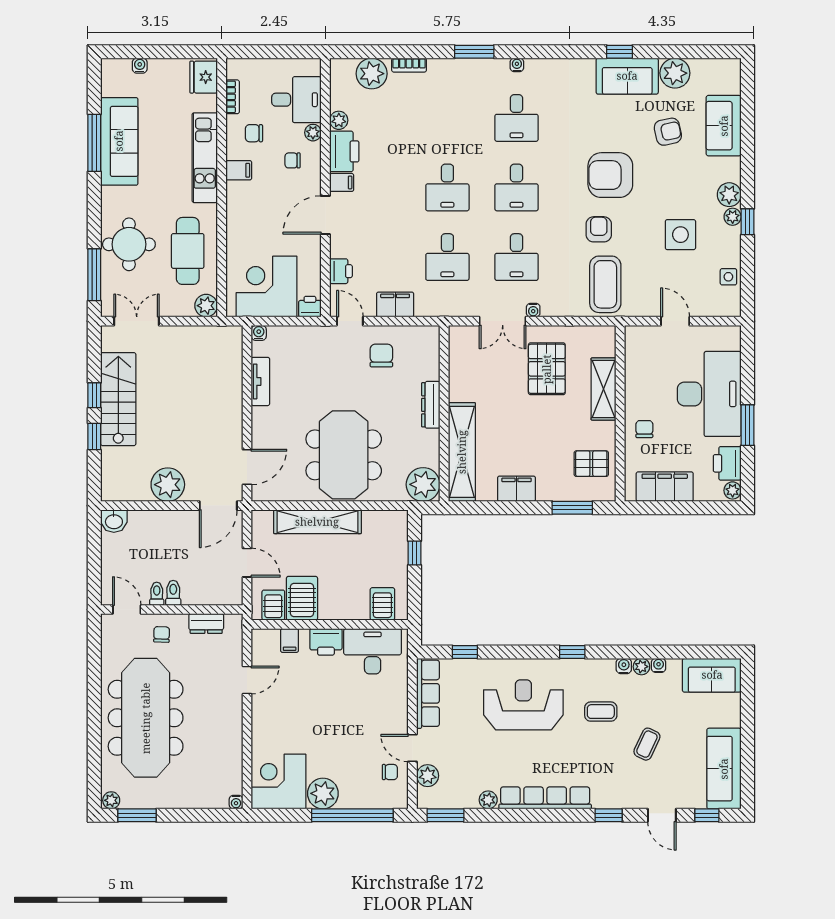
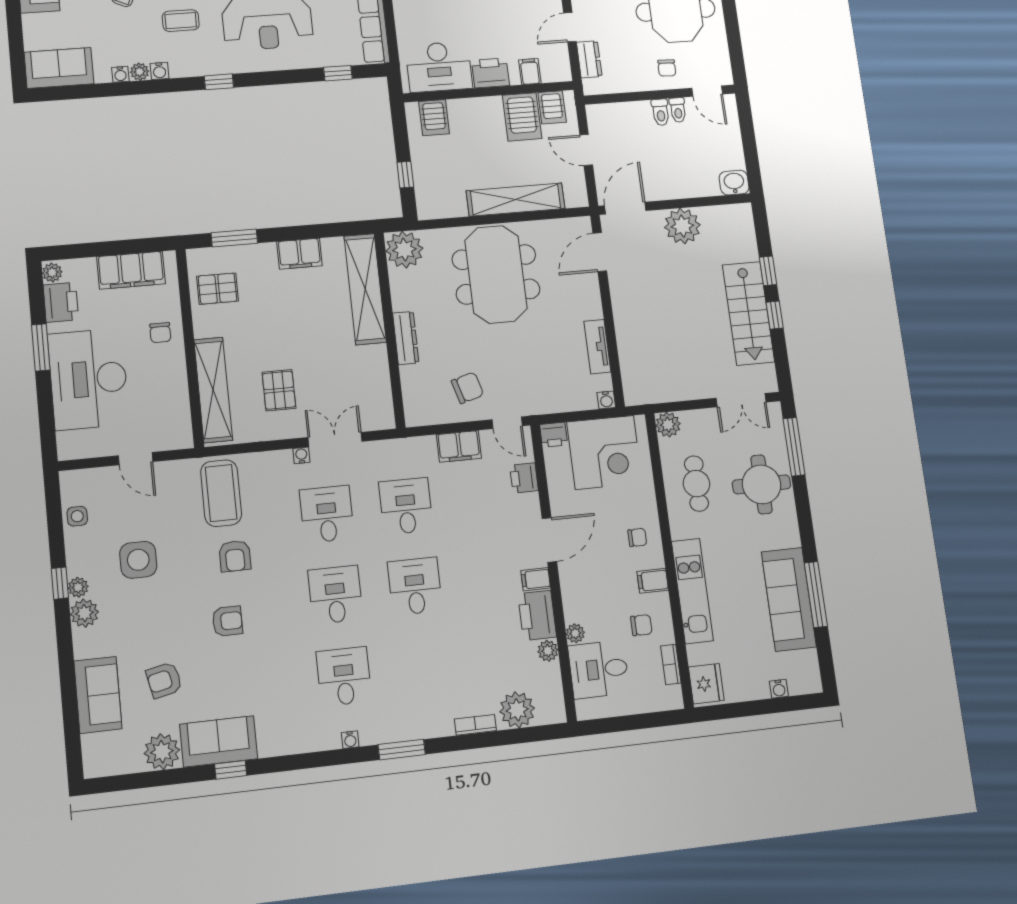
chair: (293, 160) -> (637, 537), moved
armchair: (610, 175) -> (227, 621), width x0.53, depth x0.53
cafe table: (188, 251) -> (696, 484), width x0.73, depth x0.74
chair: (381, 355) -> (467, 388), turned -106
pallet: (547, 369) -> (279, 390), width x0.67, depth x0.71
shelving: (604, 389) -> (213, 390), width x1.47
dresser: (206, 624) -> (589, 59), moved, turned 90

